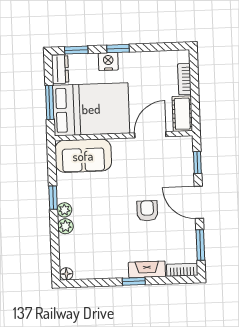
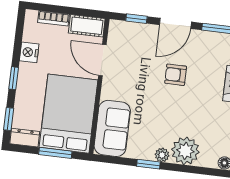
nightstand: (108, 61) -> (29, 52), moved
plant: (65, 226) -> (185, 151), width x1.88, depth x1.88

